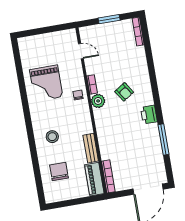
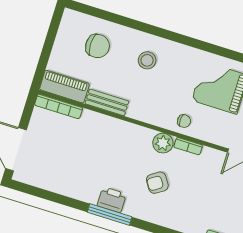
window: (164, 140) -> (110, 215), moved

